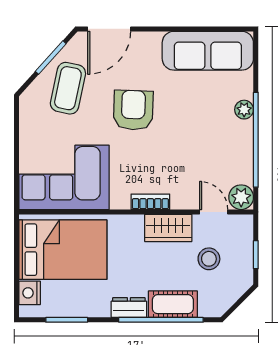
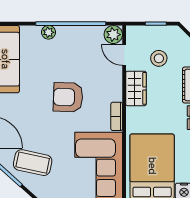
armchair: (133, 110) -> (68, 97), moved
bookcase: (150, 202) -> (117, 116), moved
door: (214, 212) -> (124, 55), hinge flipped

